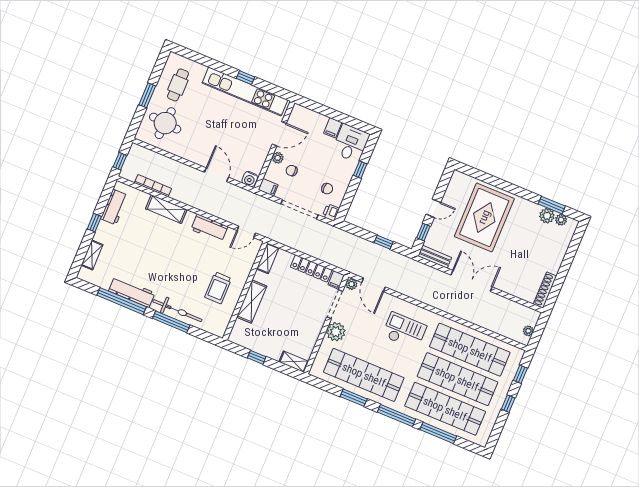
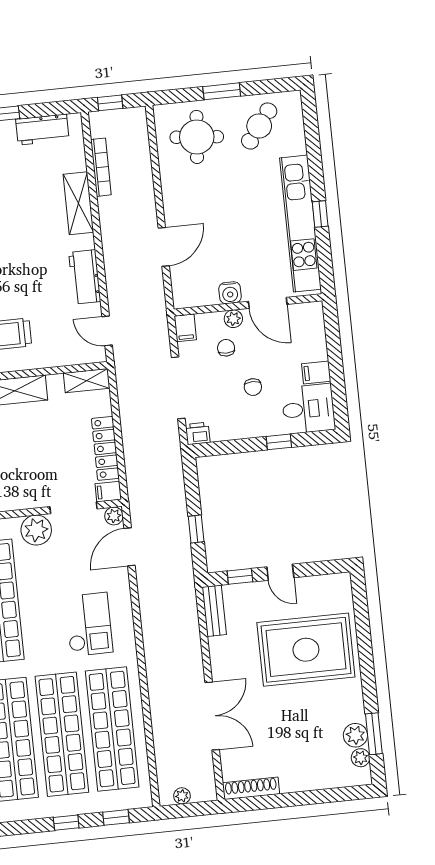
cafe table: (178, 85) -> (259, 126), turned -53
water cooler: (250, 179) -> (230, 293), moved, turned -90
chair: (327, 189) -> (253, 387), moved
double door: (472, 281) -> (212, 716), moved

